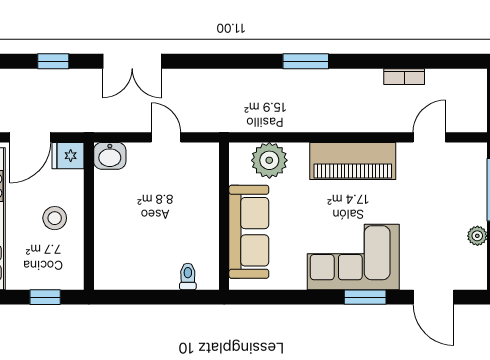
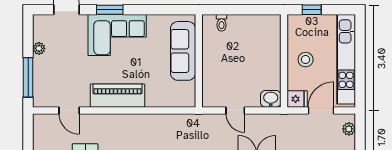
door: (429, 137) -> (69, 111), hinge flipped
plant: (269, 160) -> (170, 96), removed

